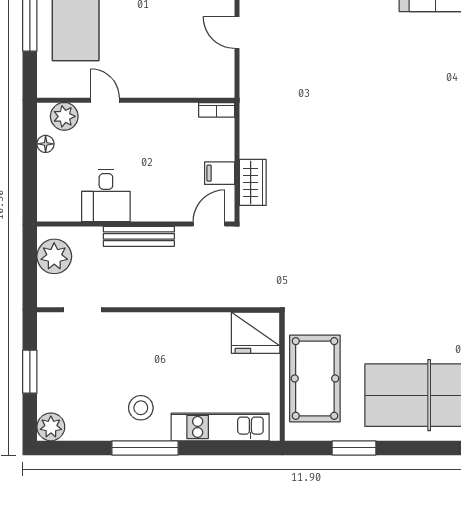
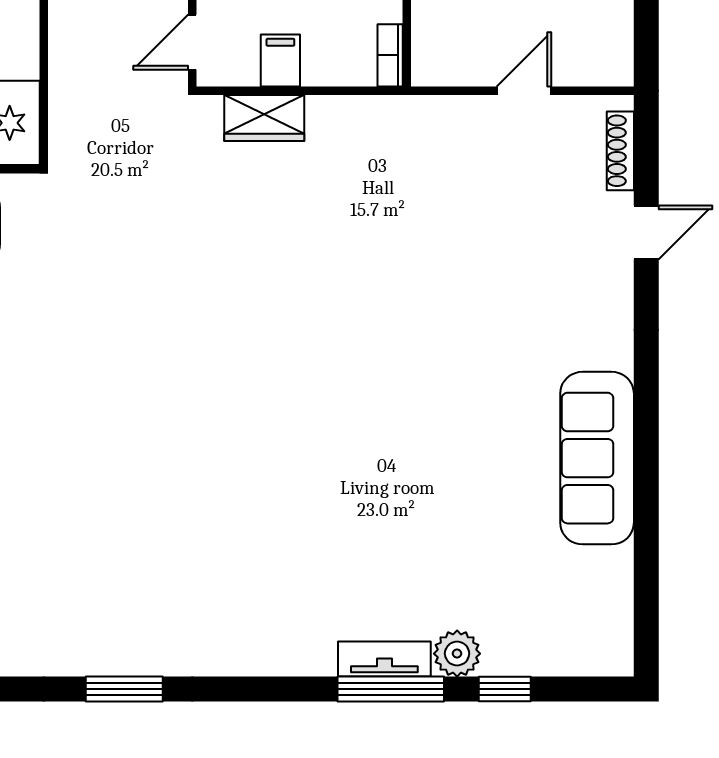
door: (209, 224) -> (192, 42), swing flipped

